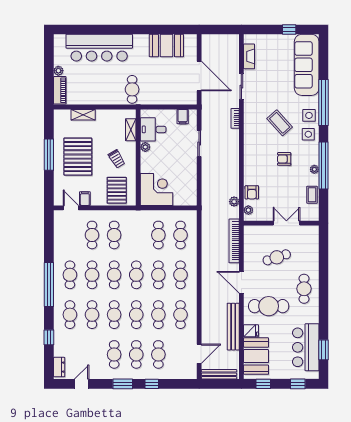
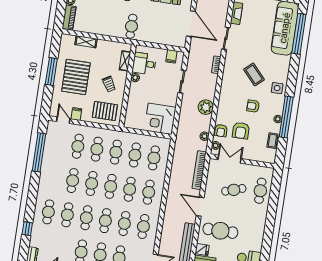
window: (324, 102) -> (299, 34), moved
side table: (309, 115) -> (280, 72), removed
plant: (231, 168) -> (206, 107), added
corner desk: (157, 189) -> (160, 119), moved, turned 180
armchair: (274, 189) -> (241, 131), added
pallet: (117, 190) -> (105, 111), turned 90
double door: (286, 223) -> (229, 159), moved
cafe table: (70, 275) -> (116, 152), moved
window: (49, 285) -> (39, 152), moved
cafe table: (304, 289) -> (260, 191), moved

